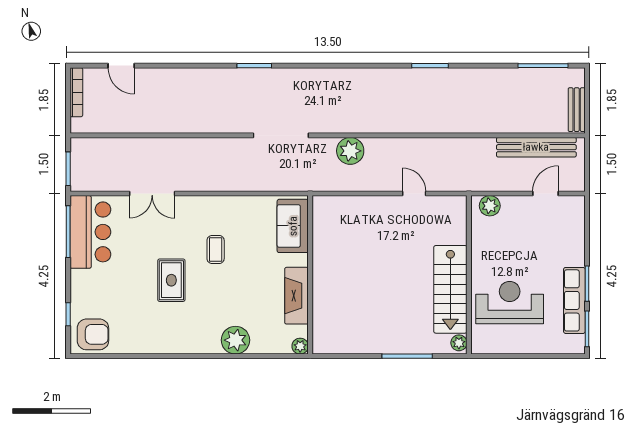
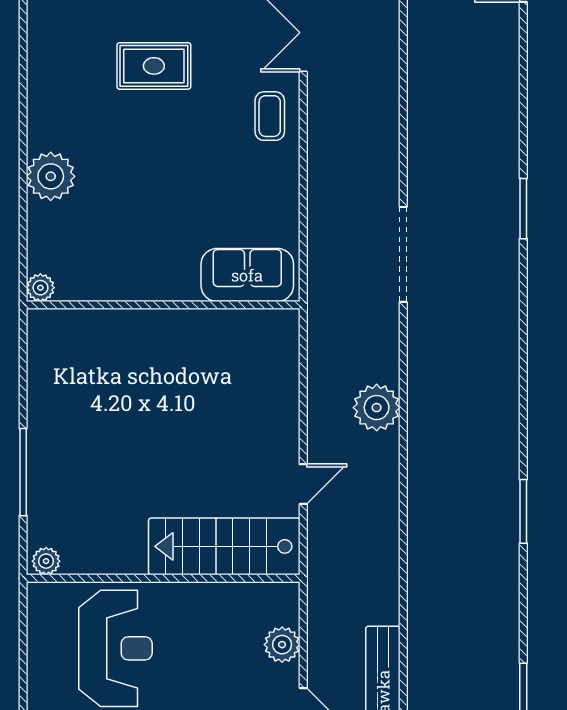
plant: (350, 151) -> (377, 408), moved
plant: (490, 206) -> (282, 645), moved
coffee table: (216, 249) -> (270, 116), moved, turned 90
stairs: (450, 289) -> (224, 546), moved
fireplace: (296, 296) -> (127, 281), removed

